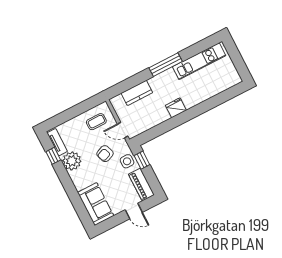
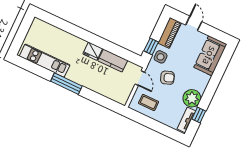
kitchen counter: (137, 93) -> (113, 61), moved, turned 180

